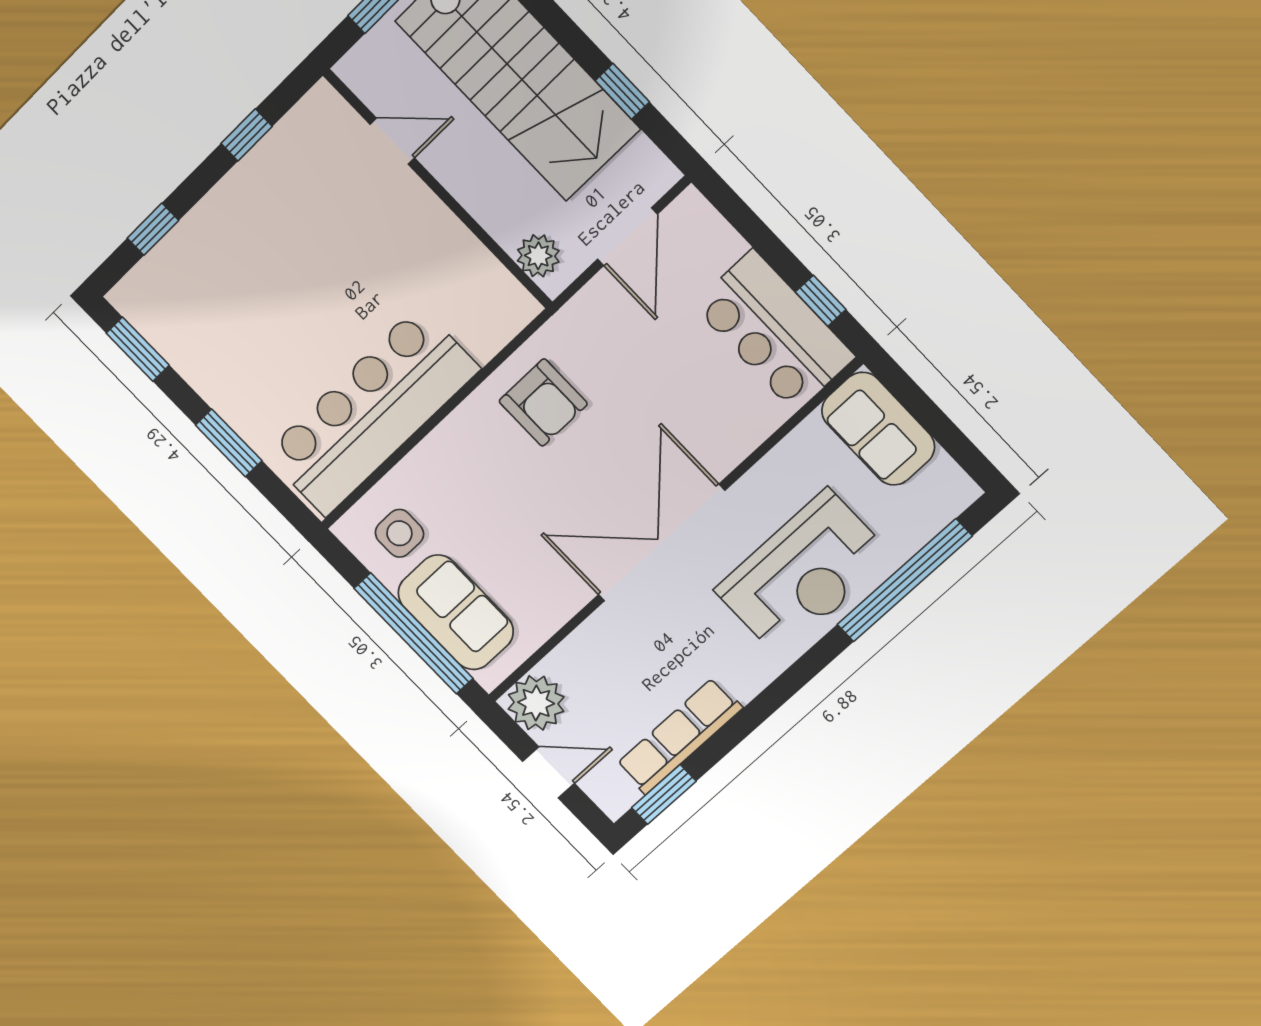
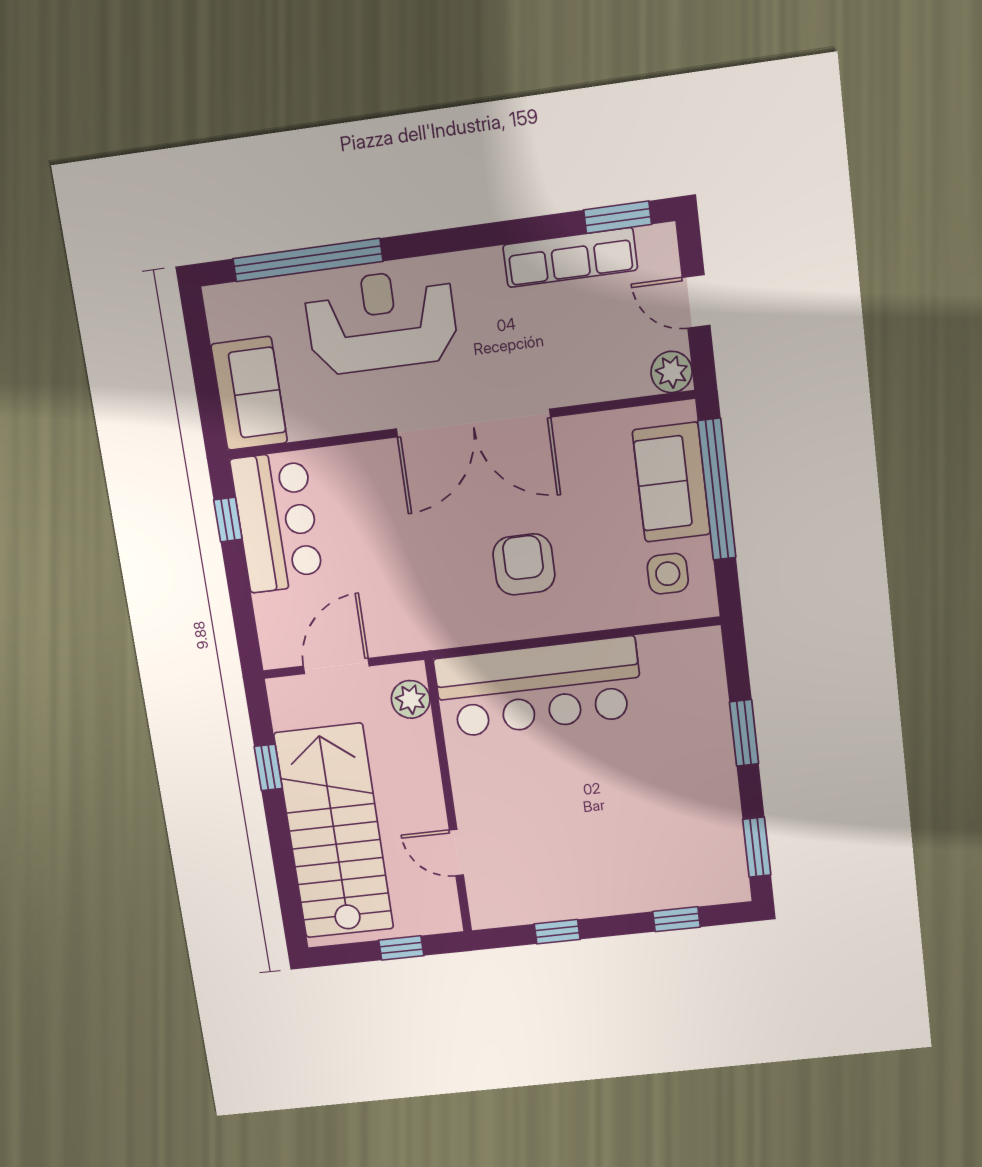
armchair: (543, 403) -> (524, 564), moved
bar counter: (372, 412) -> (539, 687), moved
plant: (536, 703) -> (672, 372), width x0.73, depth x0.73

